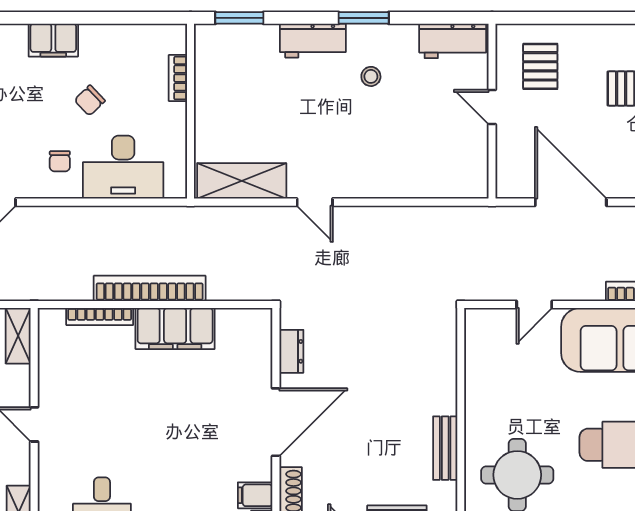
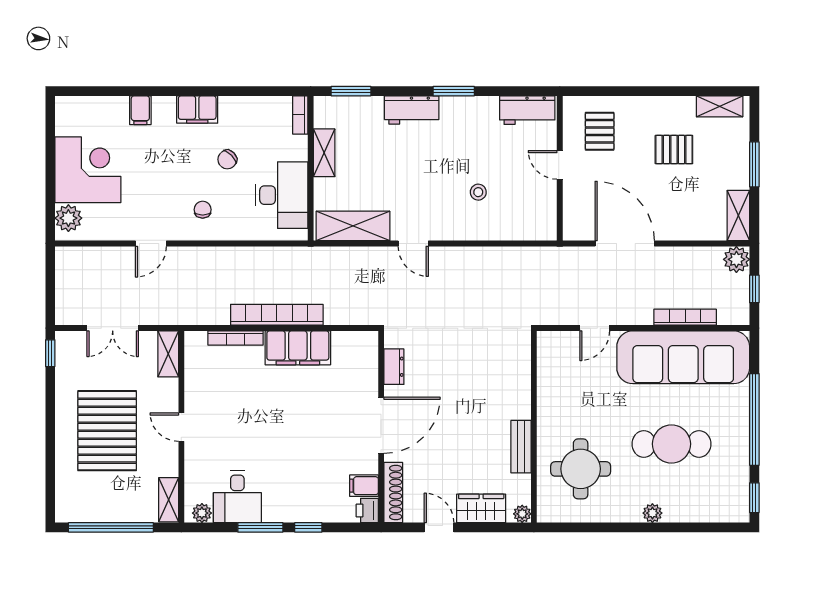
stool: (371, 76) -> (478, 192), moved
bookcase: (178, 78) -> (300, 115), moved
shelving: (207, 92) -> (324, 153), added
chair: (60, 161) -> (203, 210), turned 180
desk: (123, 167) -> (282, 195), moved, turned -90

